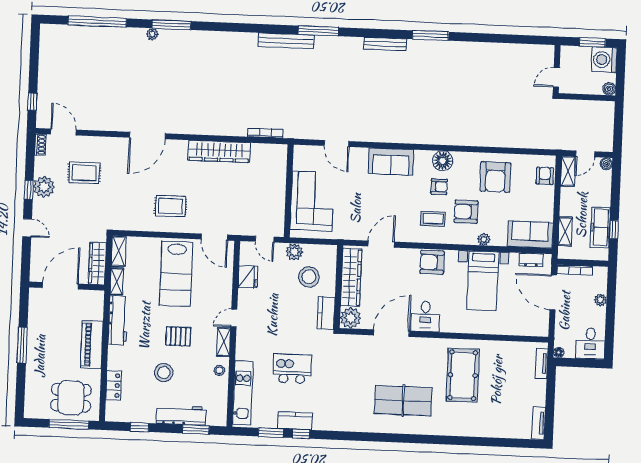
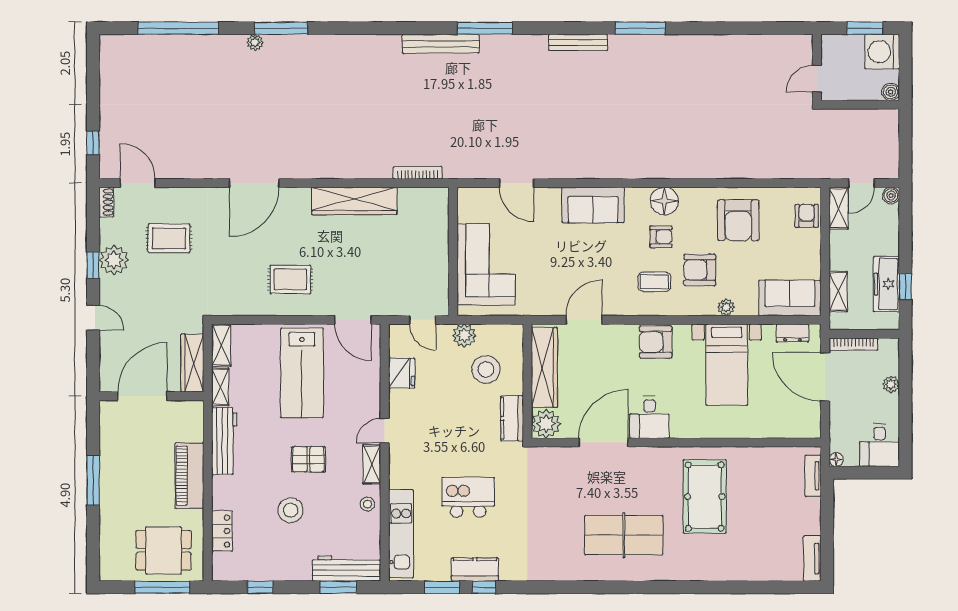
workbench: (181, 415) -> (347, 568), moved

